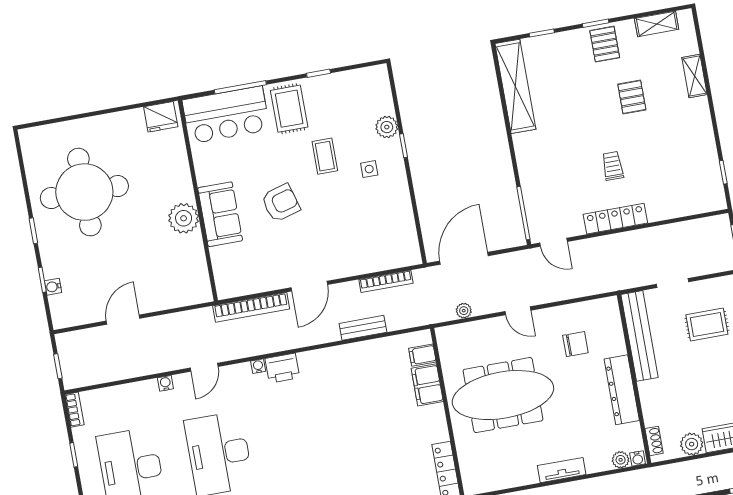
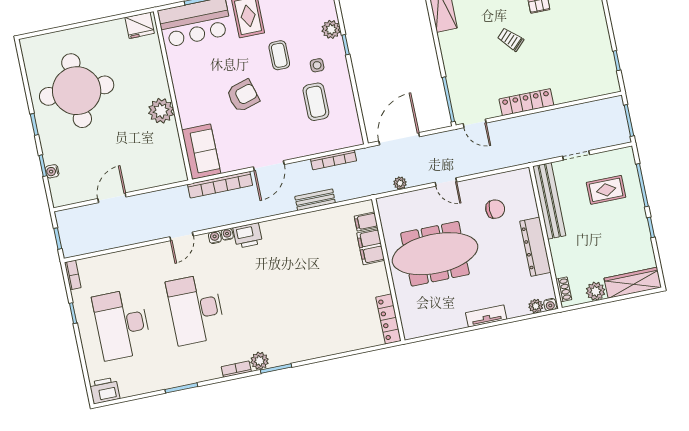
trolley: (613, 166) -> (511, 39), moved, turned -45
coffee table: (367, 212) -> (316, 102), added
sofa: (220, 214) -> (201, 152), moved
water cooler: (165, 383) -> (215, 237), moved

